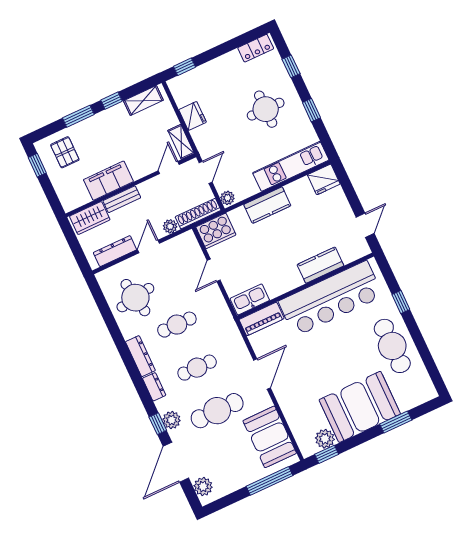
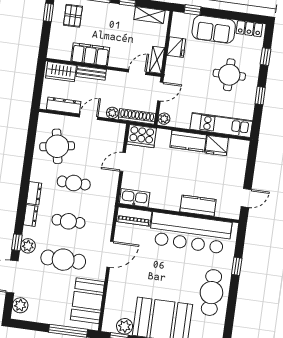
sofa: (219, 73) -> (214, 29), added
fridge: (324, 179) -> (217, 146), moved
dresser: (140, 356) -> (34, 193), width x0.70

